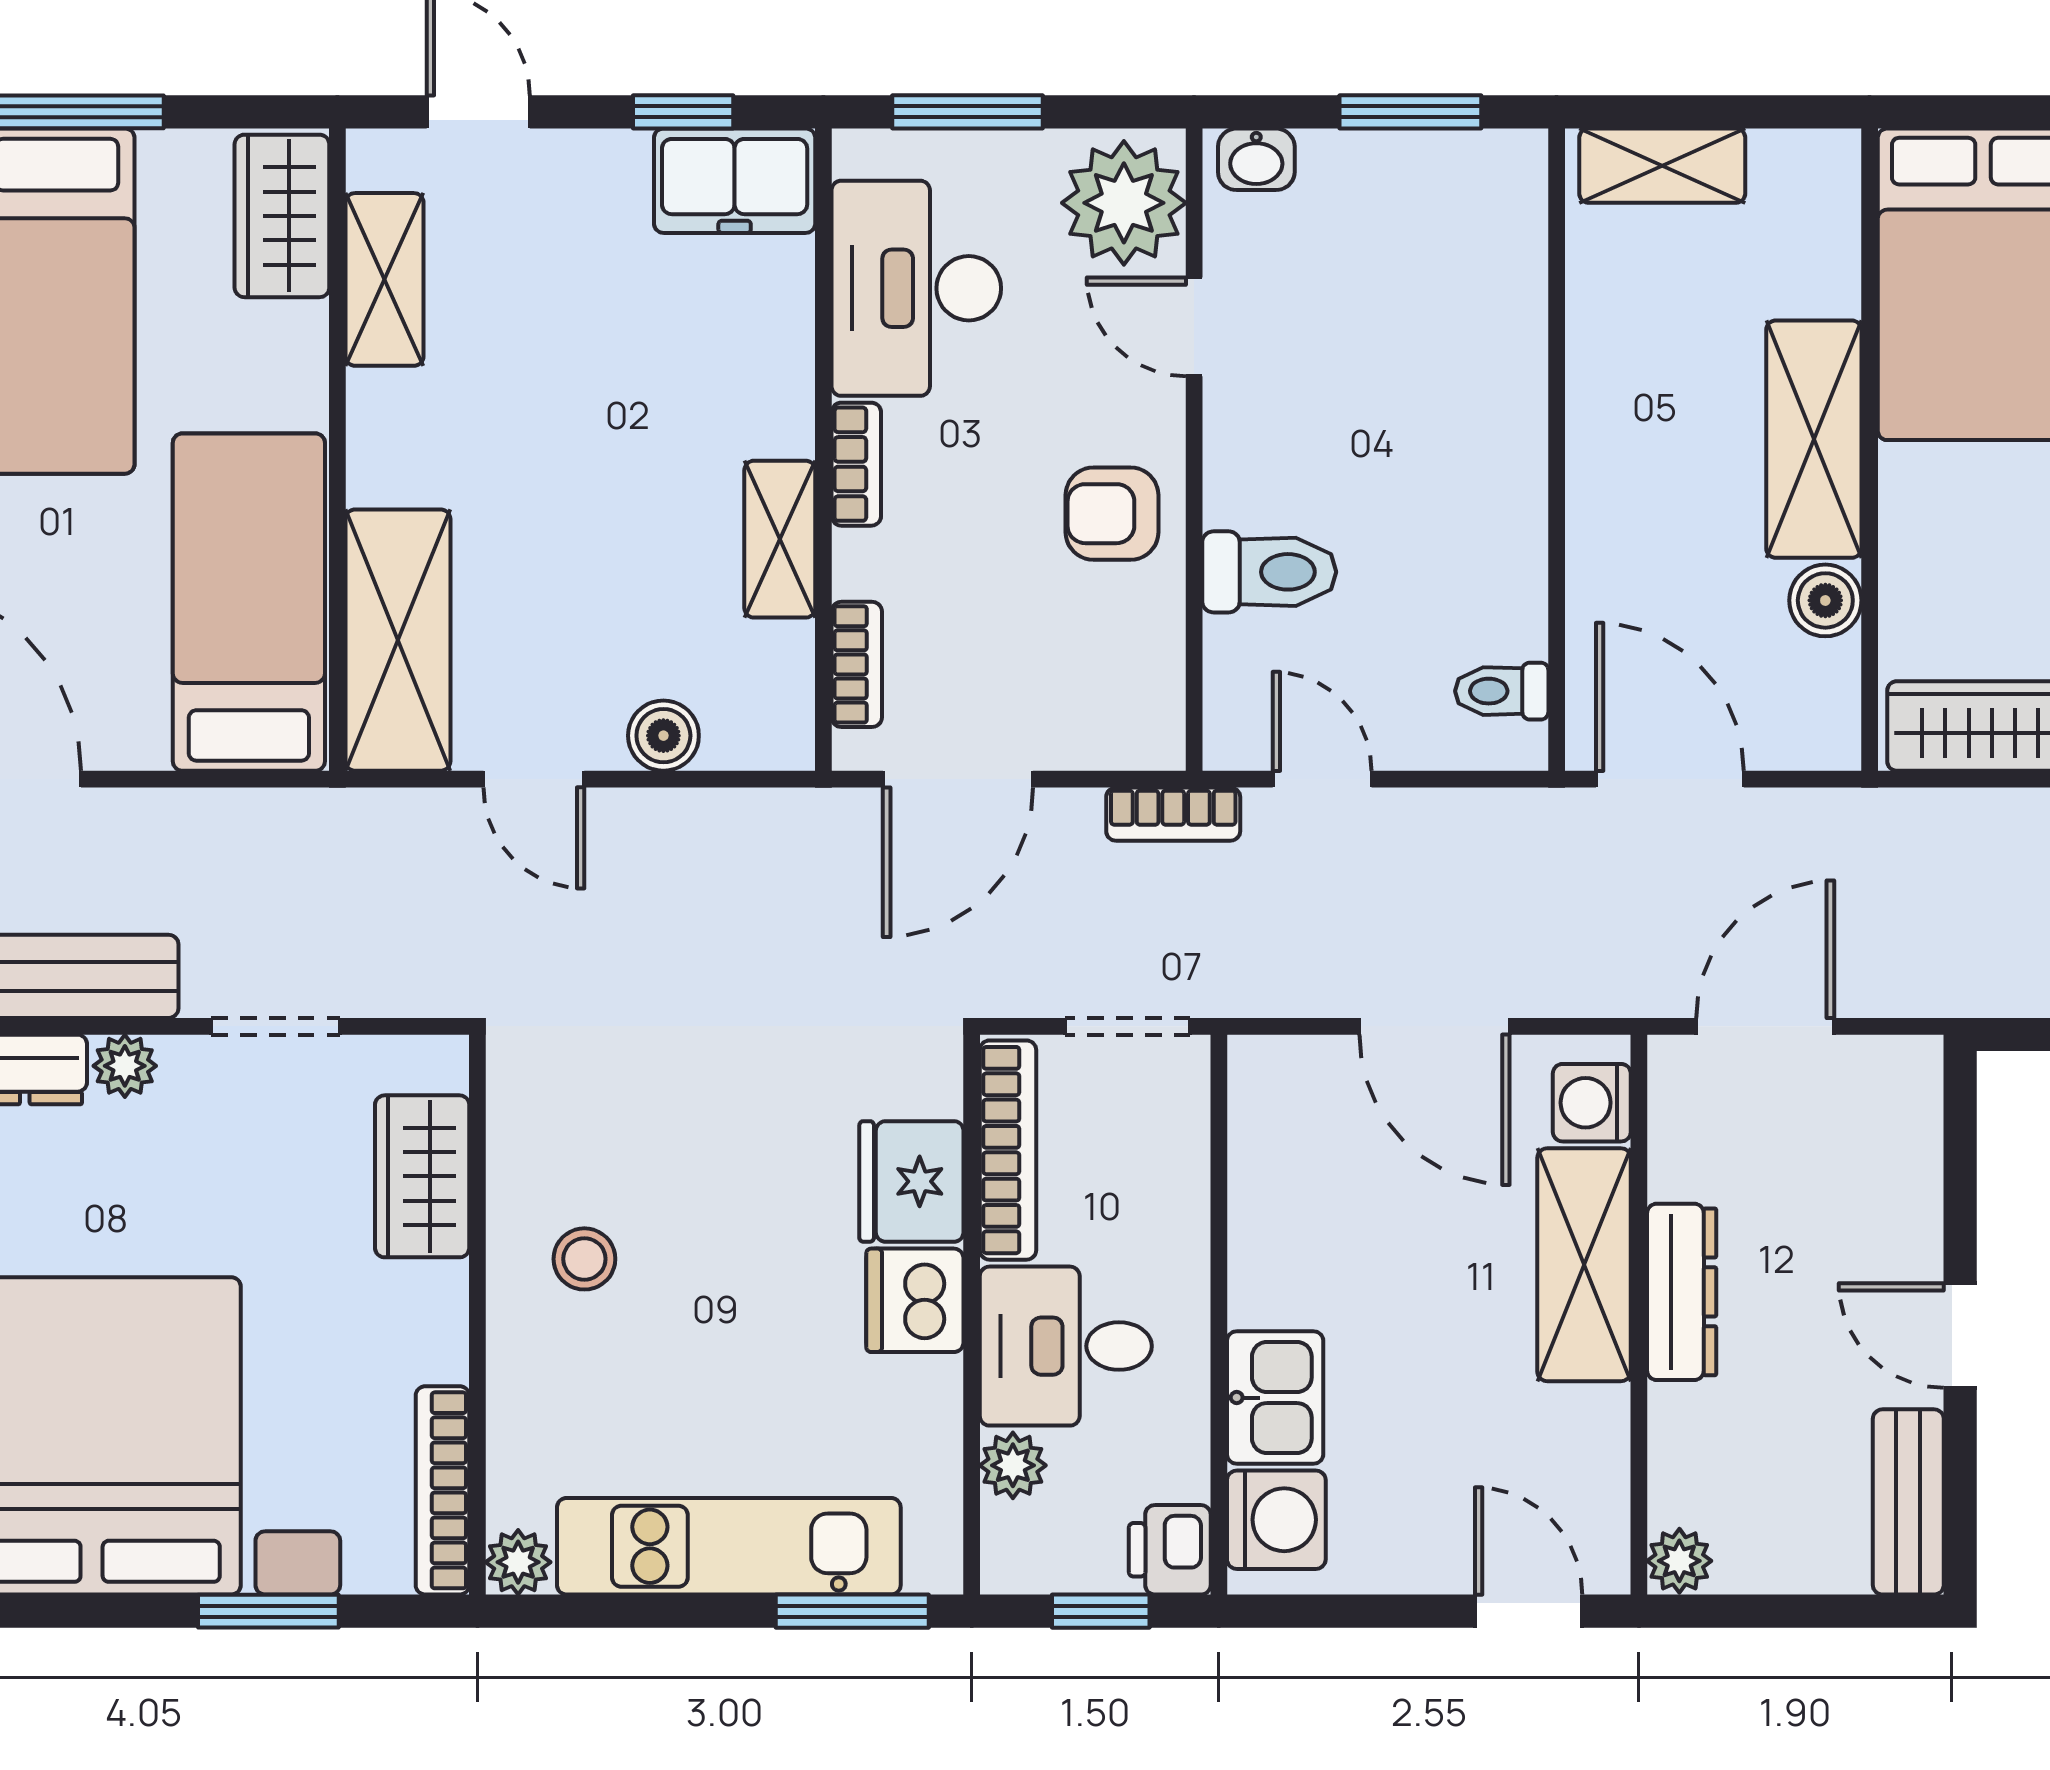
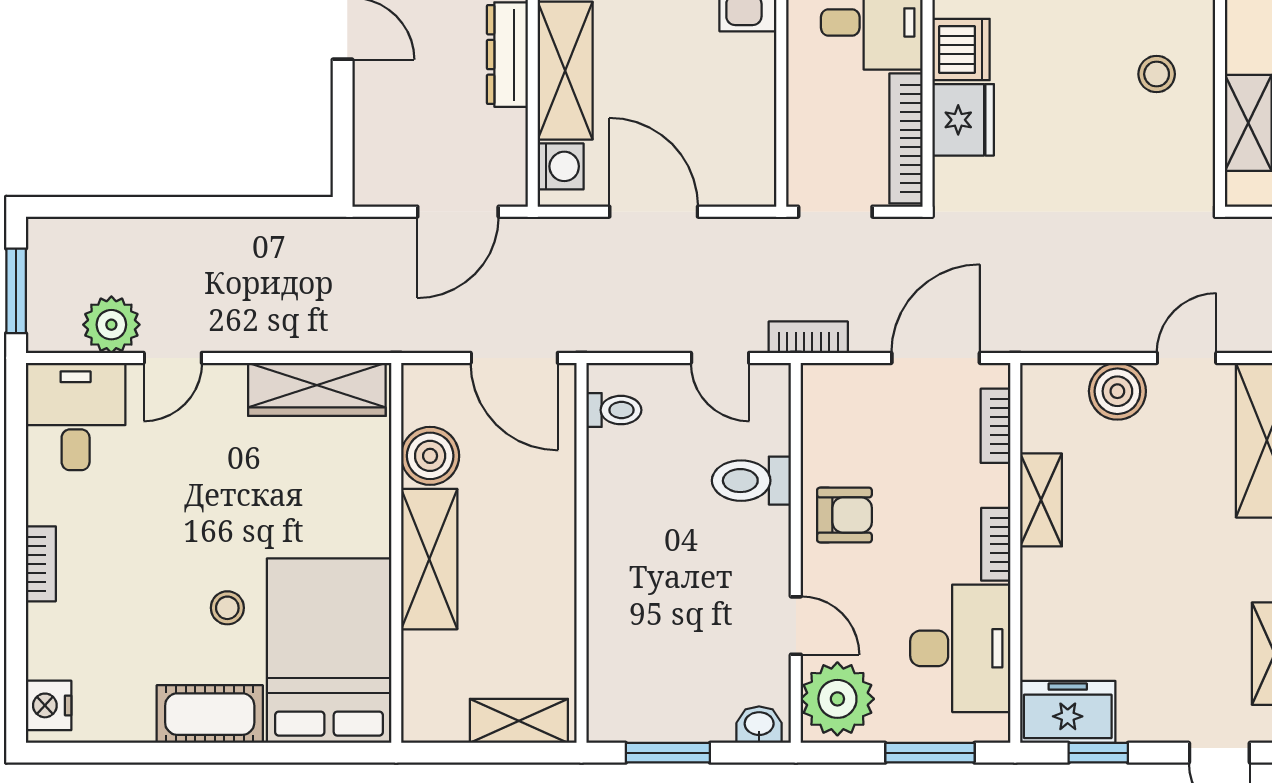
boiler: (1825, 600) -> (430, 456), width x1.36, depth x1.36
boiler: (663, 736) -> (1117, 391), width x1.36, depth x1.36
door: (534, 779) -> (1187, 358), hinge flipped

